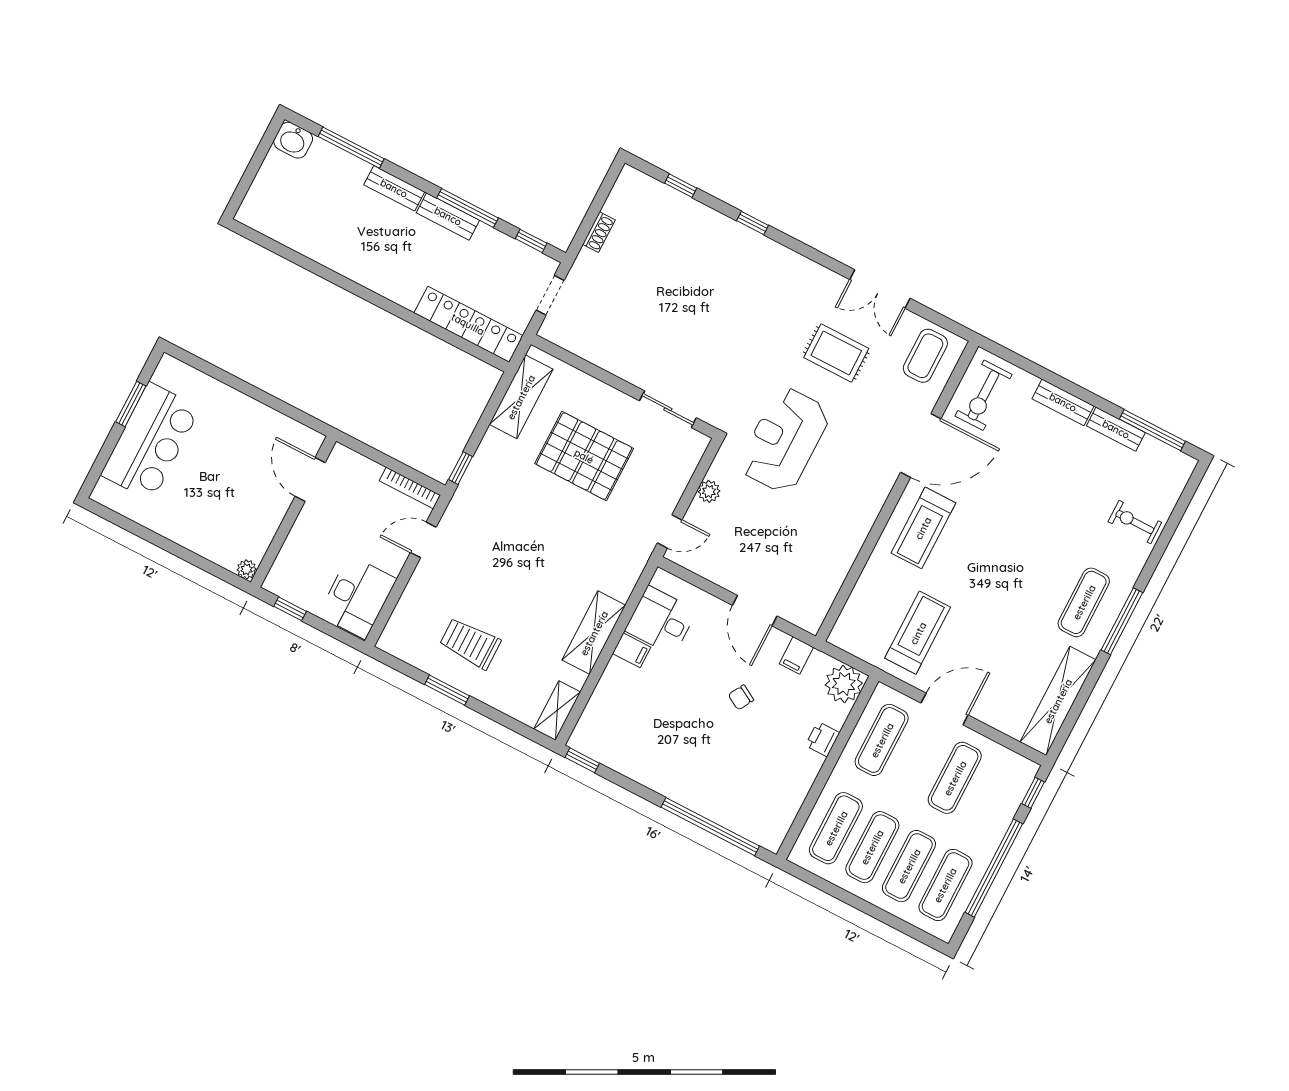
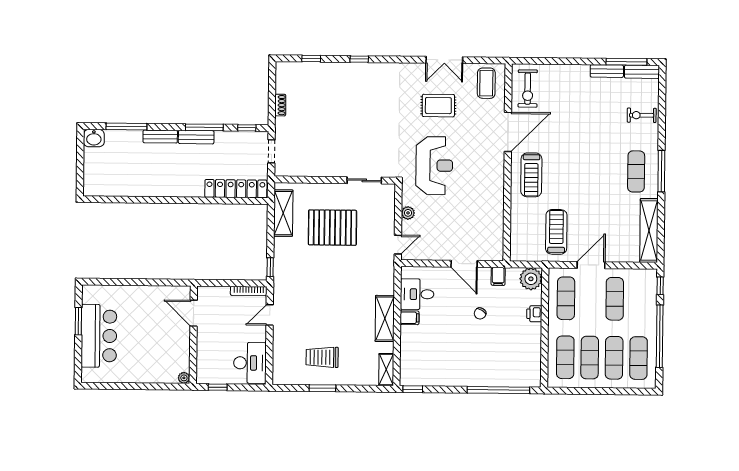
bench: (1063, 402) -> (642, 72), moved
reception desk: (784, 440) -> (434, 165), turned 180

